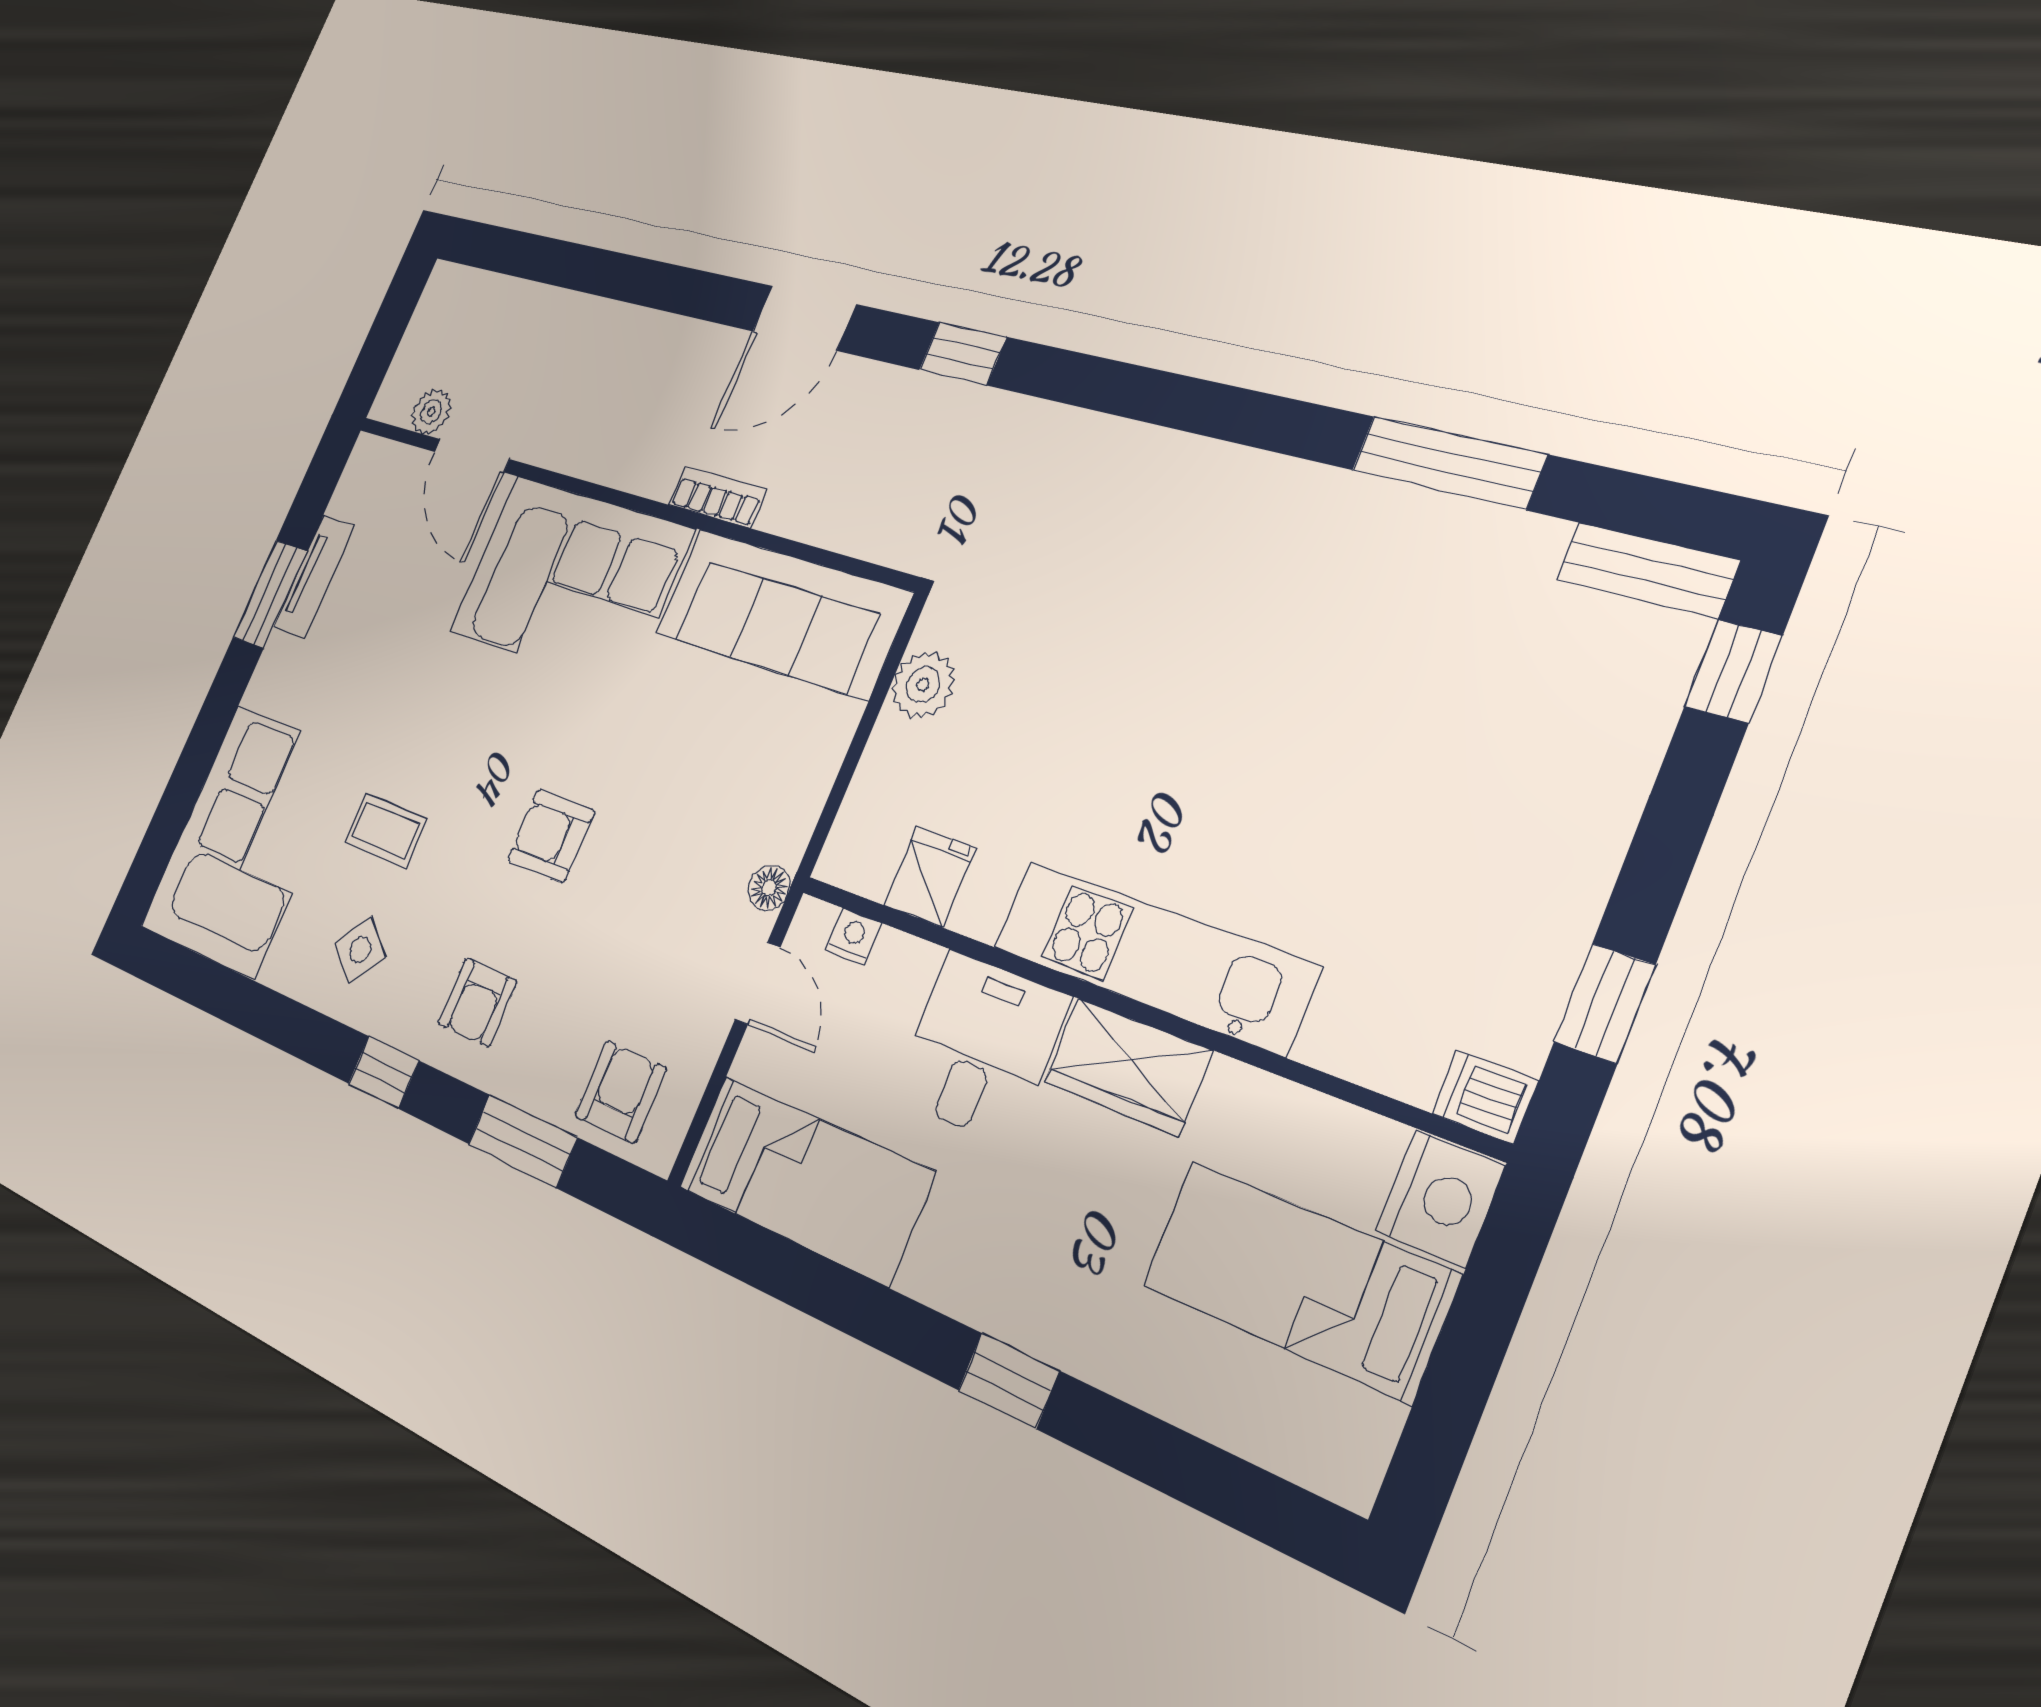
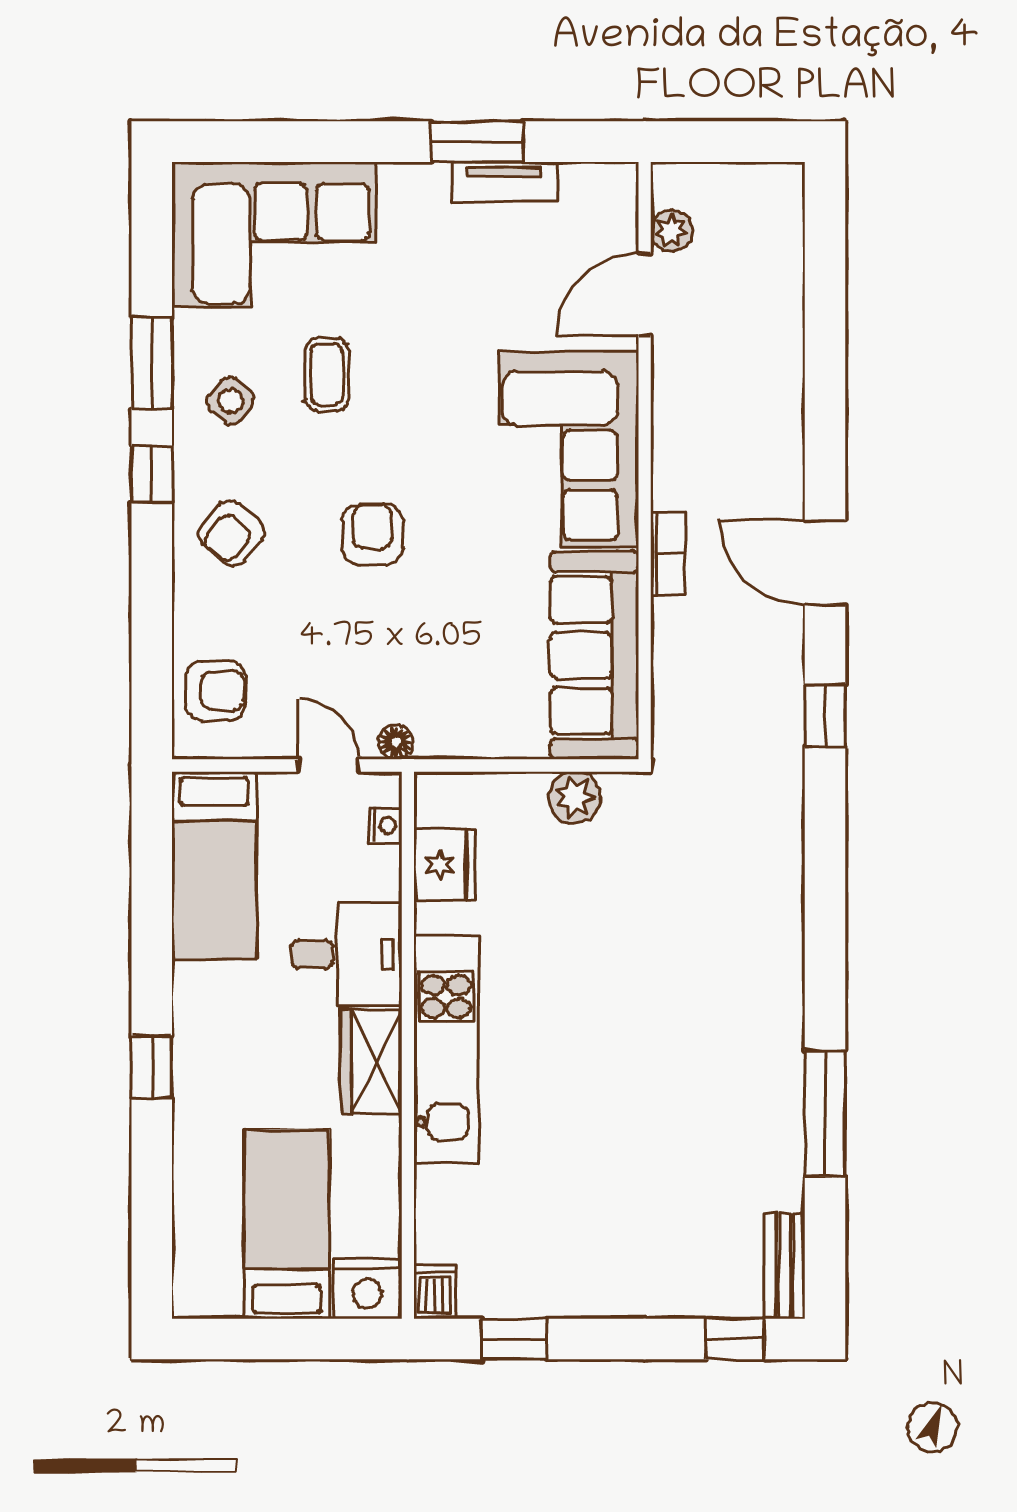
fridge: (930, 877) -> (445, 865), width x1.38
door: (758, 983) -> (328, 765), swing flipped
armchair: (477, 1002) -> (232, 533), turned -50
window: (523, 1141) -> (152, 363), moved

